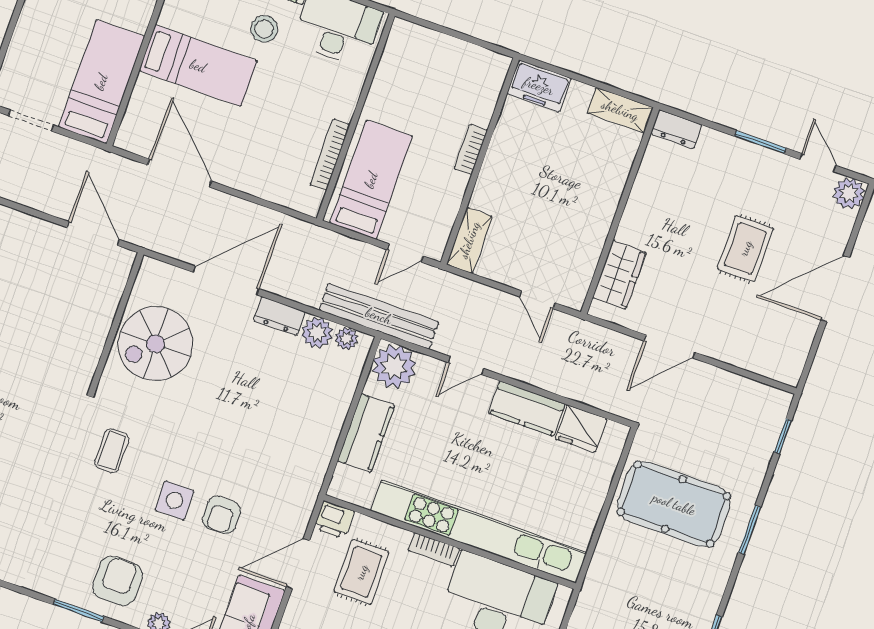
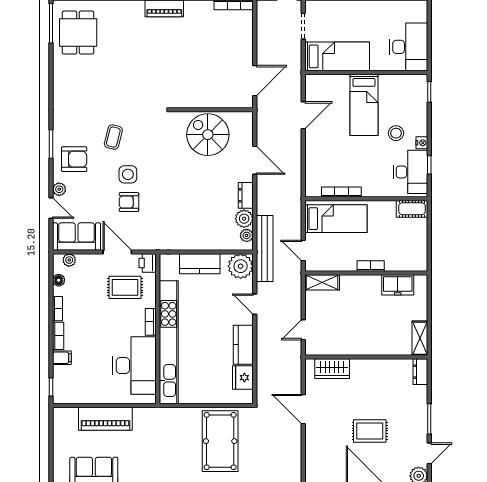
cot: (400, 47) -> (412, 209), added
freezer: (539, 86) -> (398, 285), moved, turned -90
door: (180, 173) -> (303, 115), width x0.73
door: (226, 281) -> (255, 160), width x0.73
coffee table: (112, 451) -> (113, 137), moved, turned -76

